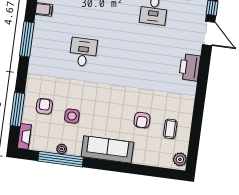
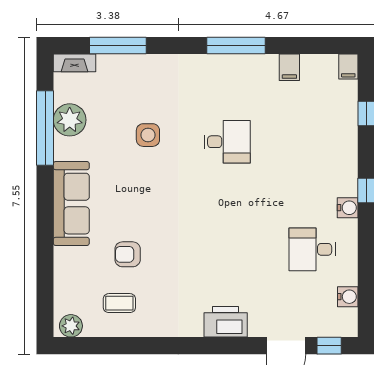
armchair: (44, 106) -> (129, 89), removed
side table: (72, 116) -> (148, 135), moved
plant: (62, 149) -> (70, 120), width x1.87, depth x1.87

